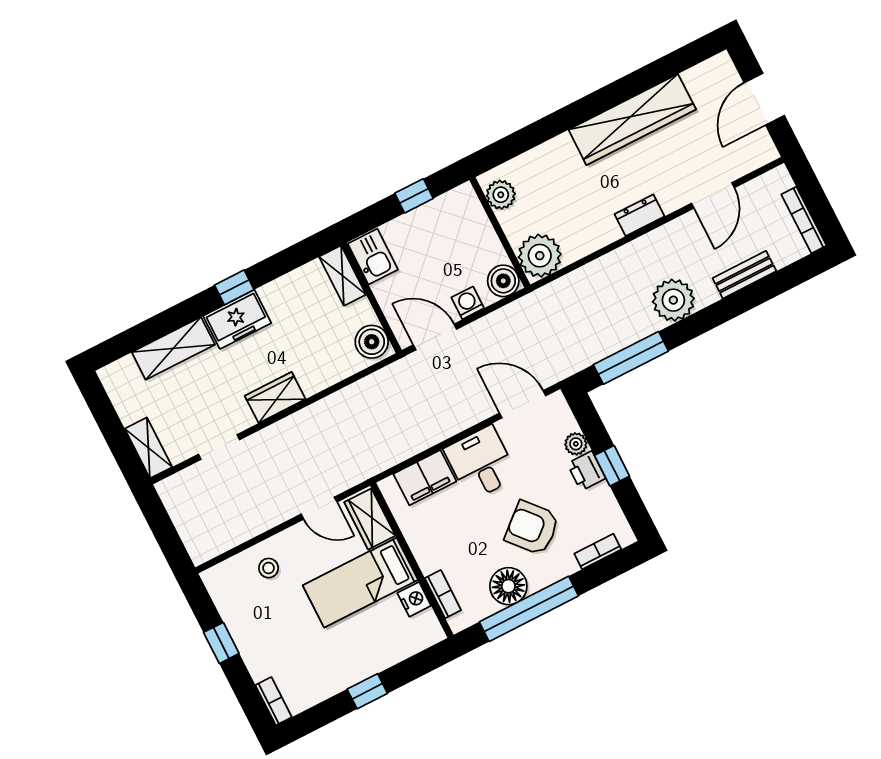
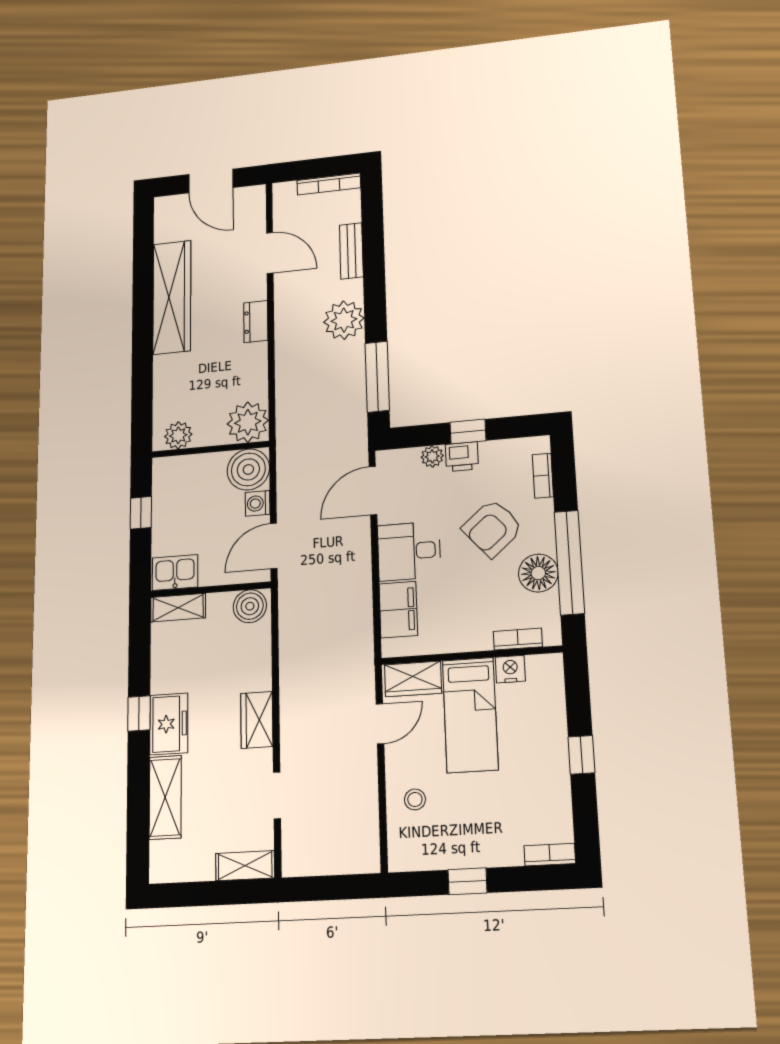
boiler: (503, 281) -> (248, 469), width x1.37, depth x1.37

